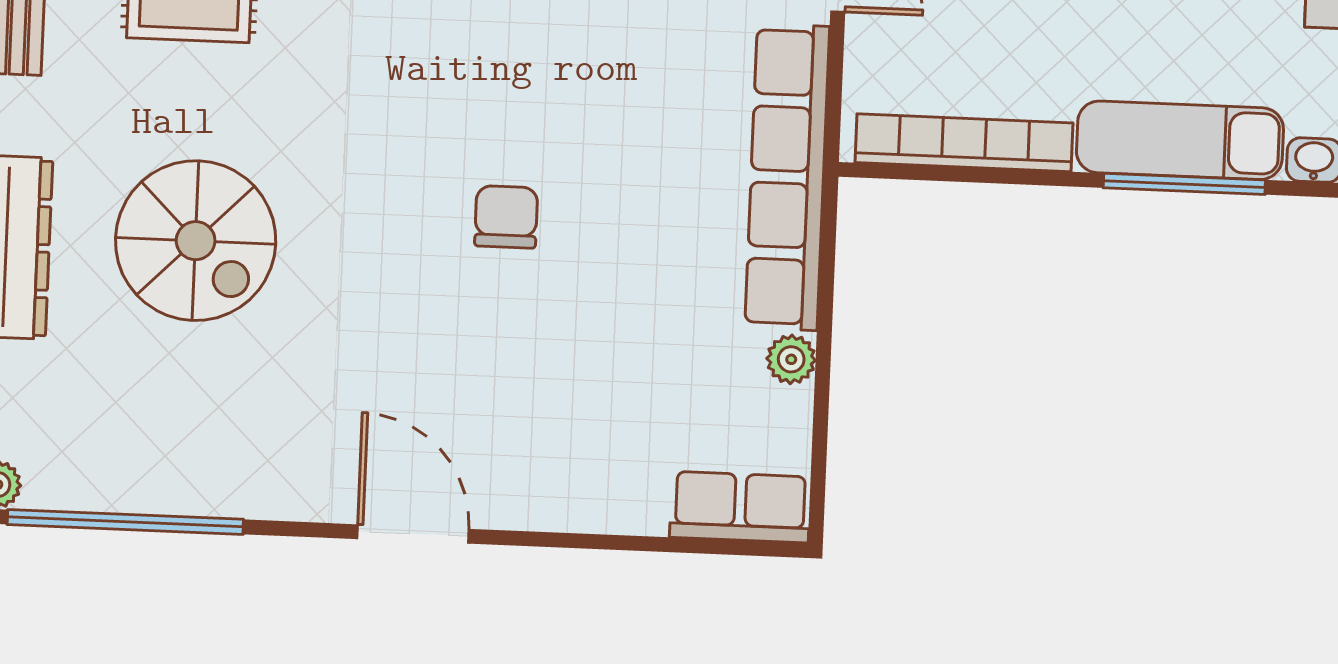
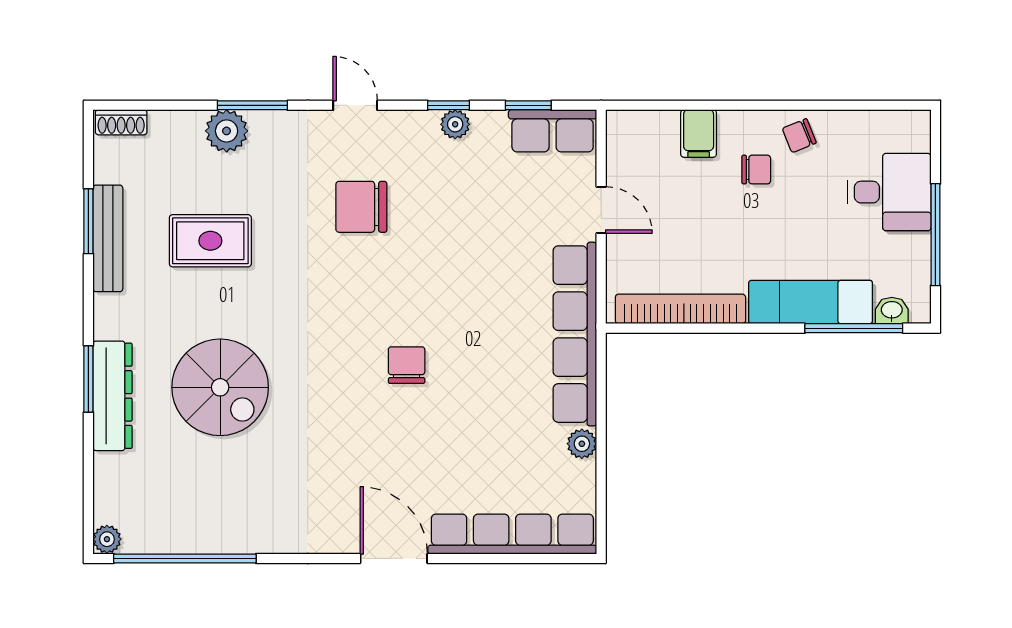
window: (1184, 184) -> (854, 328), moved
row of seats: (740, 507) -> (512, 534), width x2.02
door: (413, 534) -> (394, 558), moved

